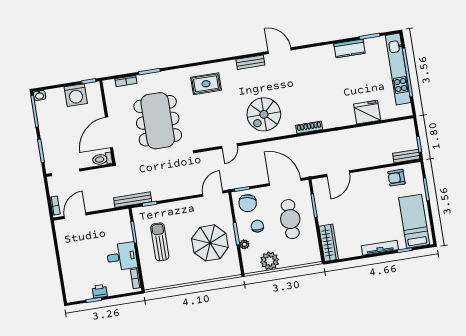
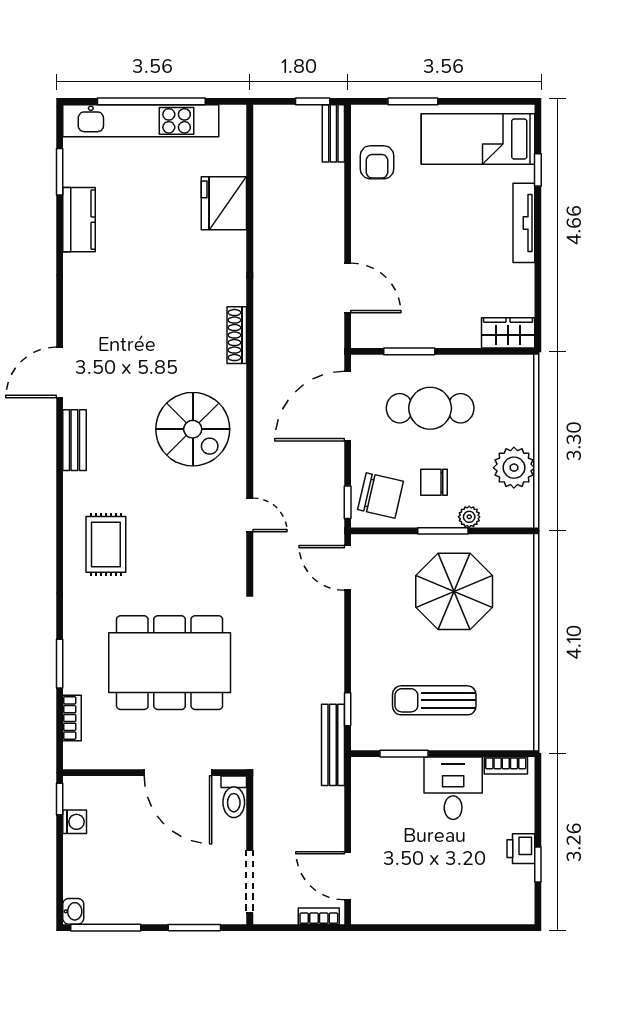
washing machine: (76, 95) -> (75, 822), width x0.53, depth x0.53
wardrobe: (329, 243) -> (508, 333), width x0.67

